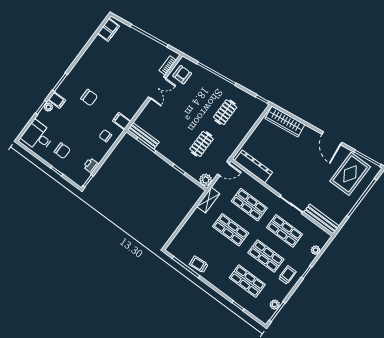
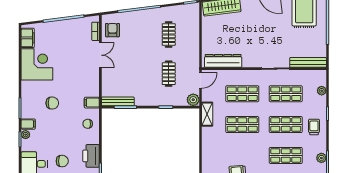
corner desk: (100, 57) -> (37, 64), added
printer: (91, 166) -> (91, 156), width x1.87, depth x1.48

